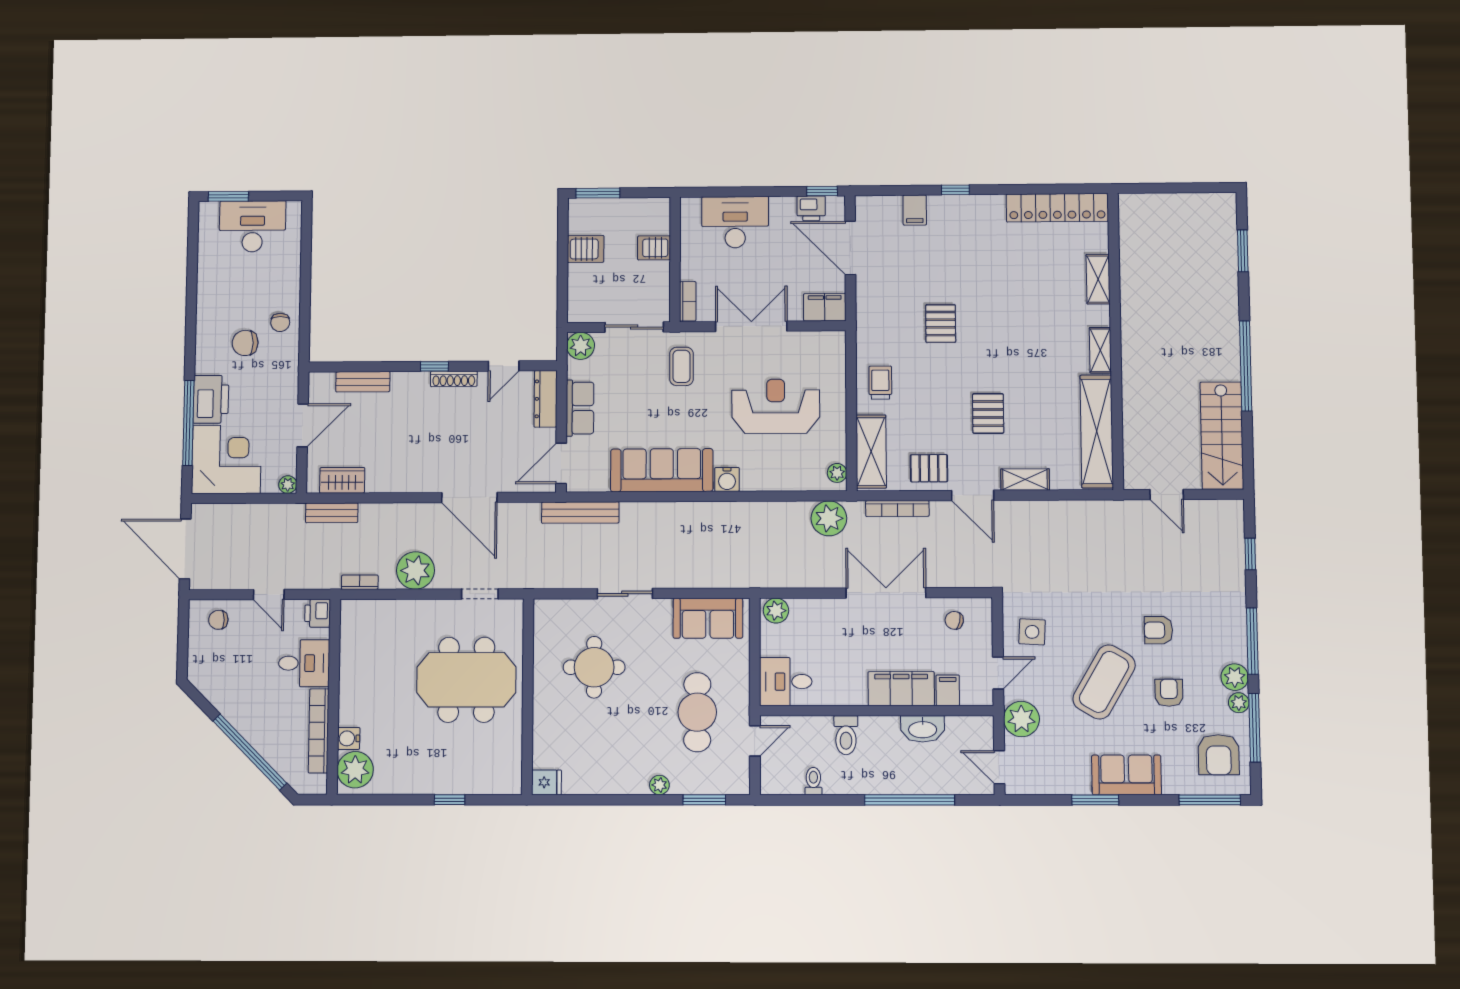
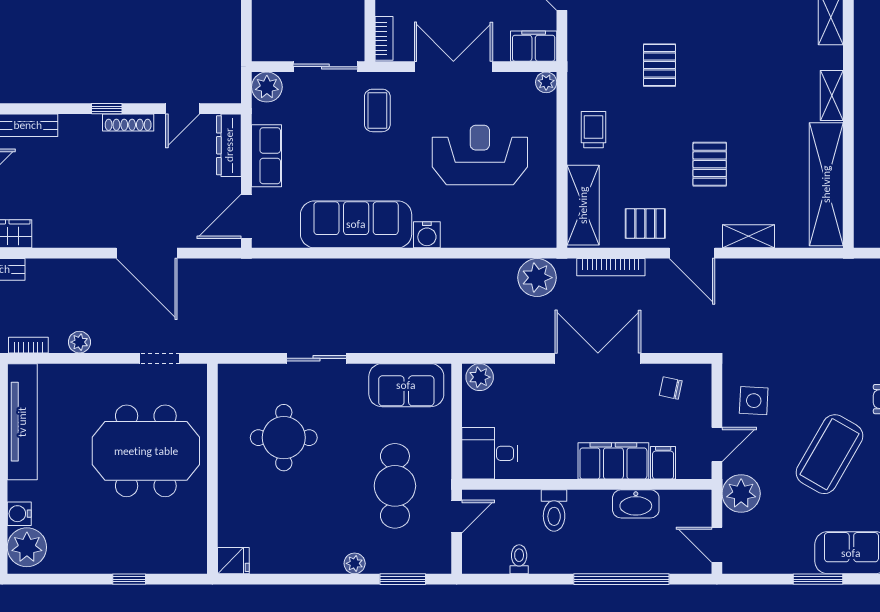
plant: (837, 473) -> (546, 82), moved
bench: (580, 513) -> (268, 270), removed
plant: (416, 570) -> (79, 342), width x0.53, depth x0.53
tv unit: (353, 653) -> (22, 422), added

